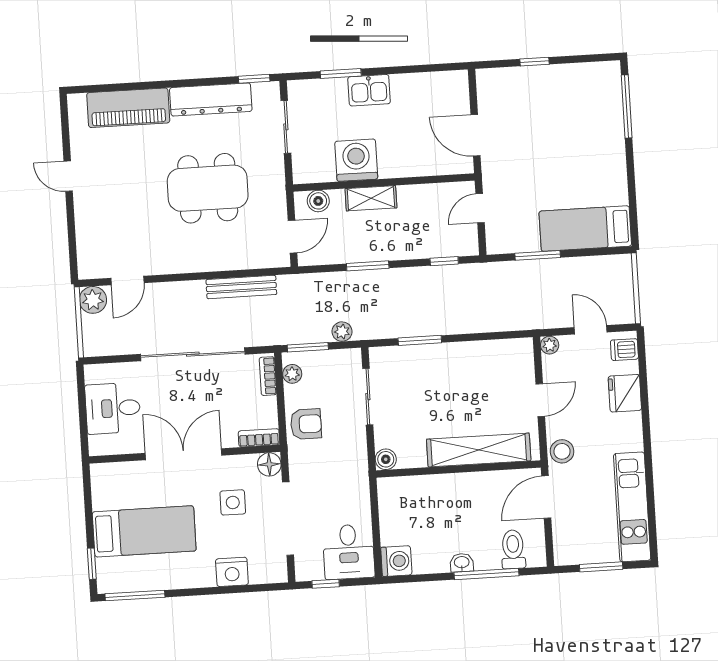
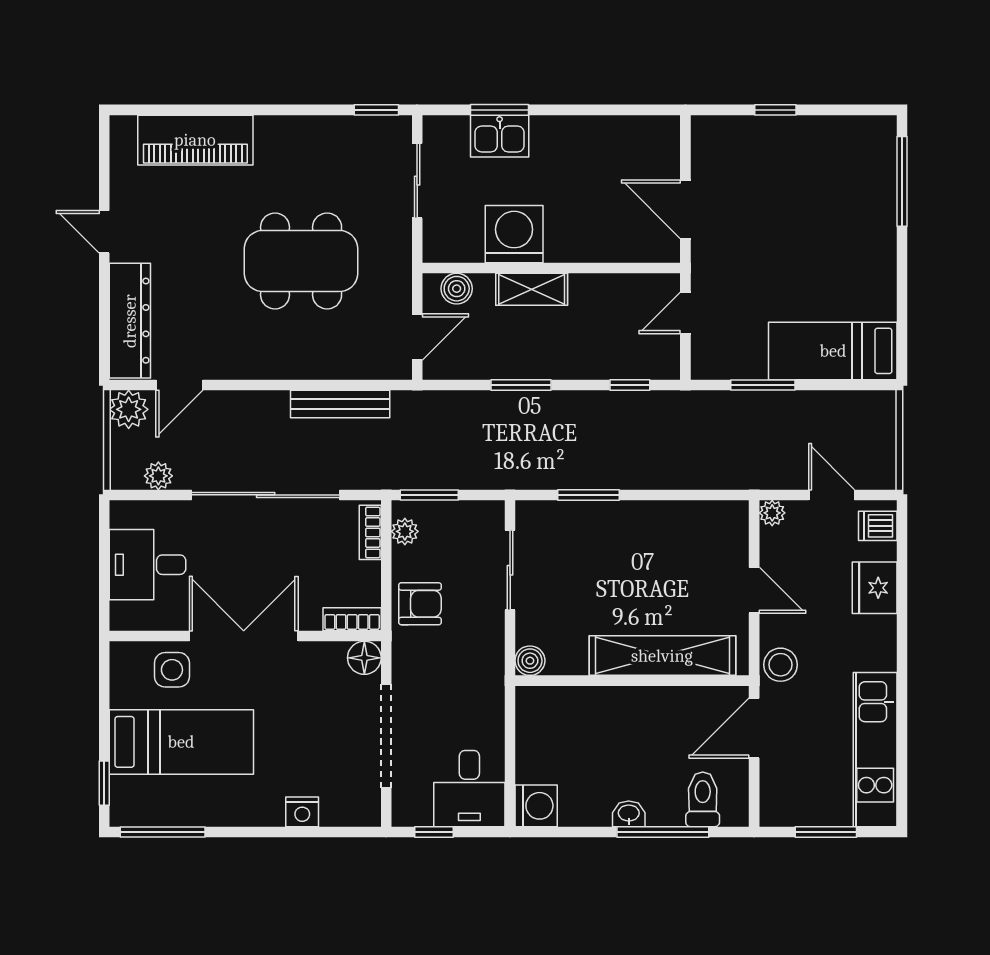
kitchen sink: (369, 90) -> (500, 136), moved
dresser: (211, 99) -> (130, 321), moved, turned -90
plant: (342, 332) -> (158, 476), moved
door: (540, 400) -> (754, 590), hinge flipped
side table: (233, 502) -> (172, 670), moved
nightstand: (232, 572) -> (302, 812), width x0.74, depth x0.75

